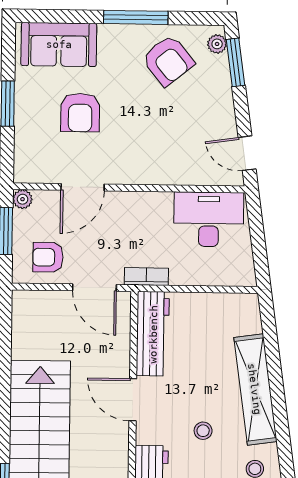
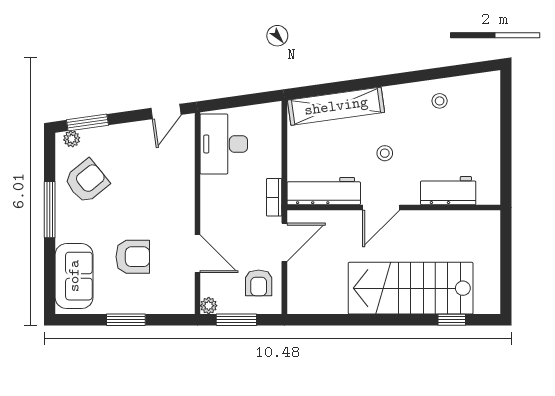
shelving: (255, 389) -> (336, 106), moved
stool: (203, 431) -> (385, 153), moved

